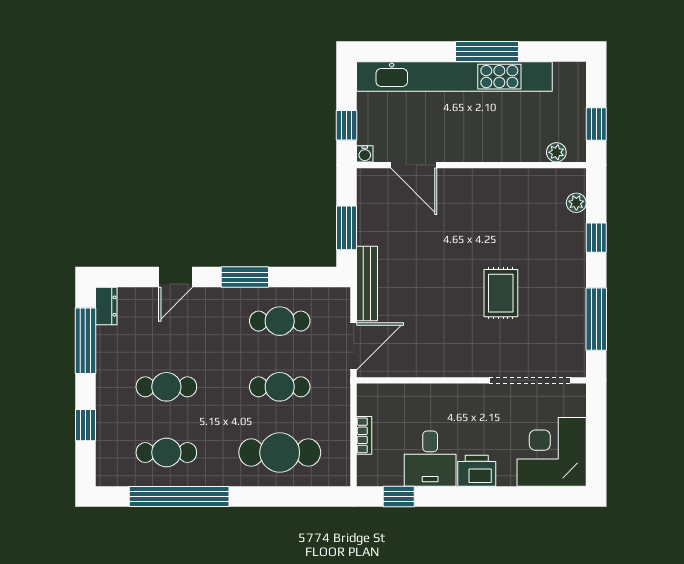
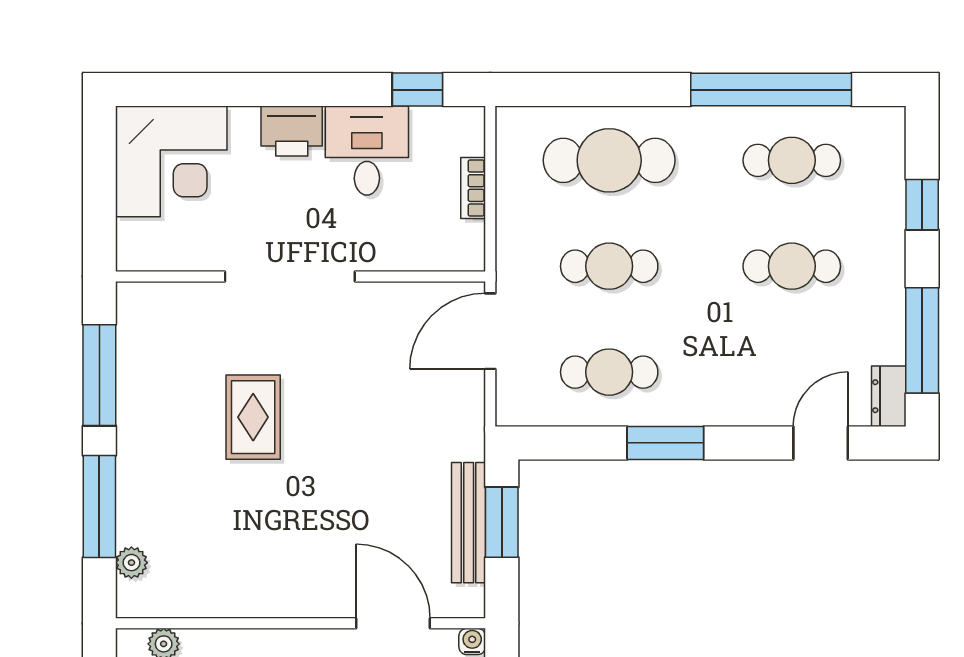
window: (596, 238) -> (99, 507), width x2.17
door: (176, 277) -> (821, 443), moved
bench: (367, 284) -> (469, 523), moved
doorway: (530, 380) -> (290, 276), moved

